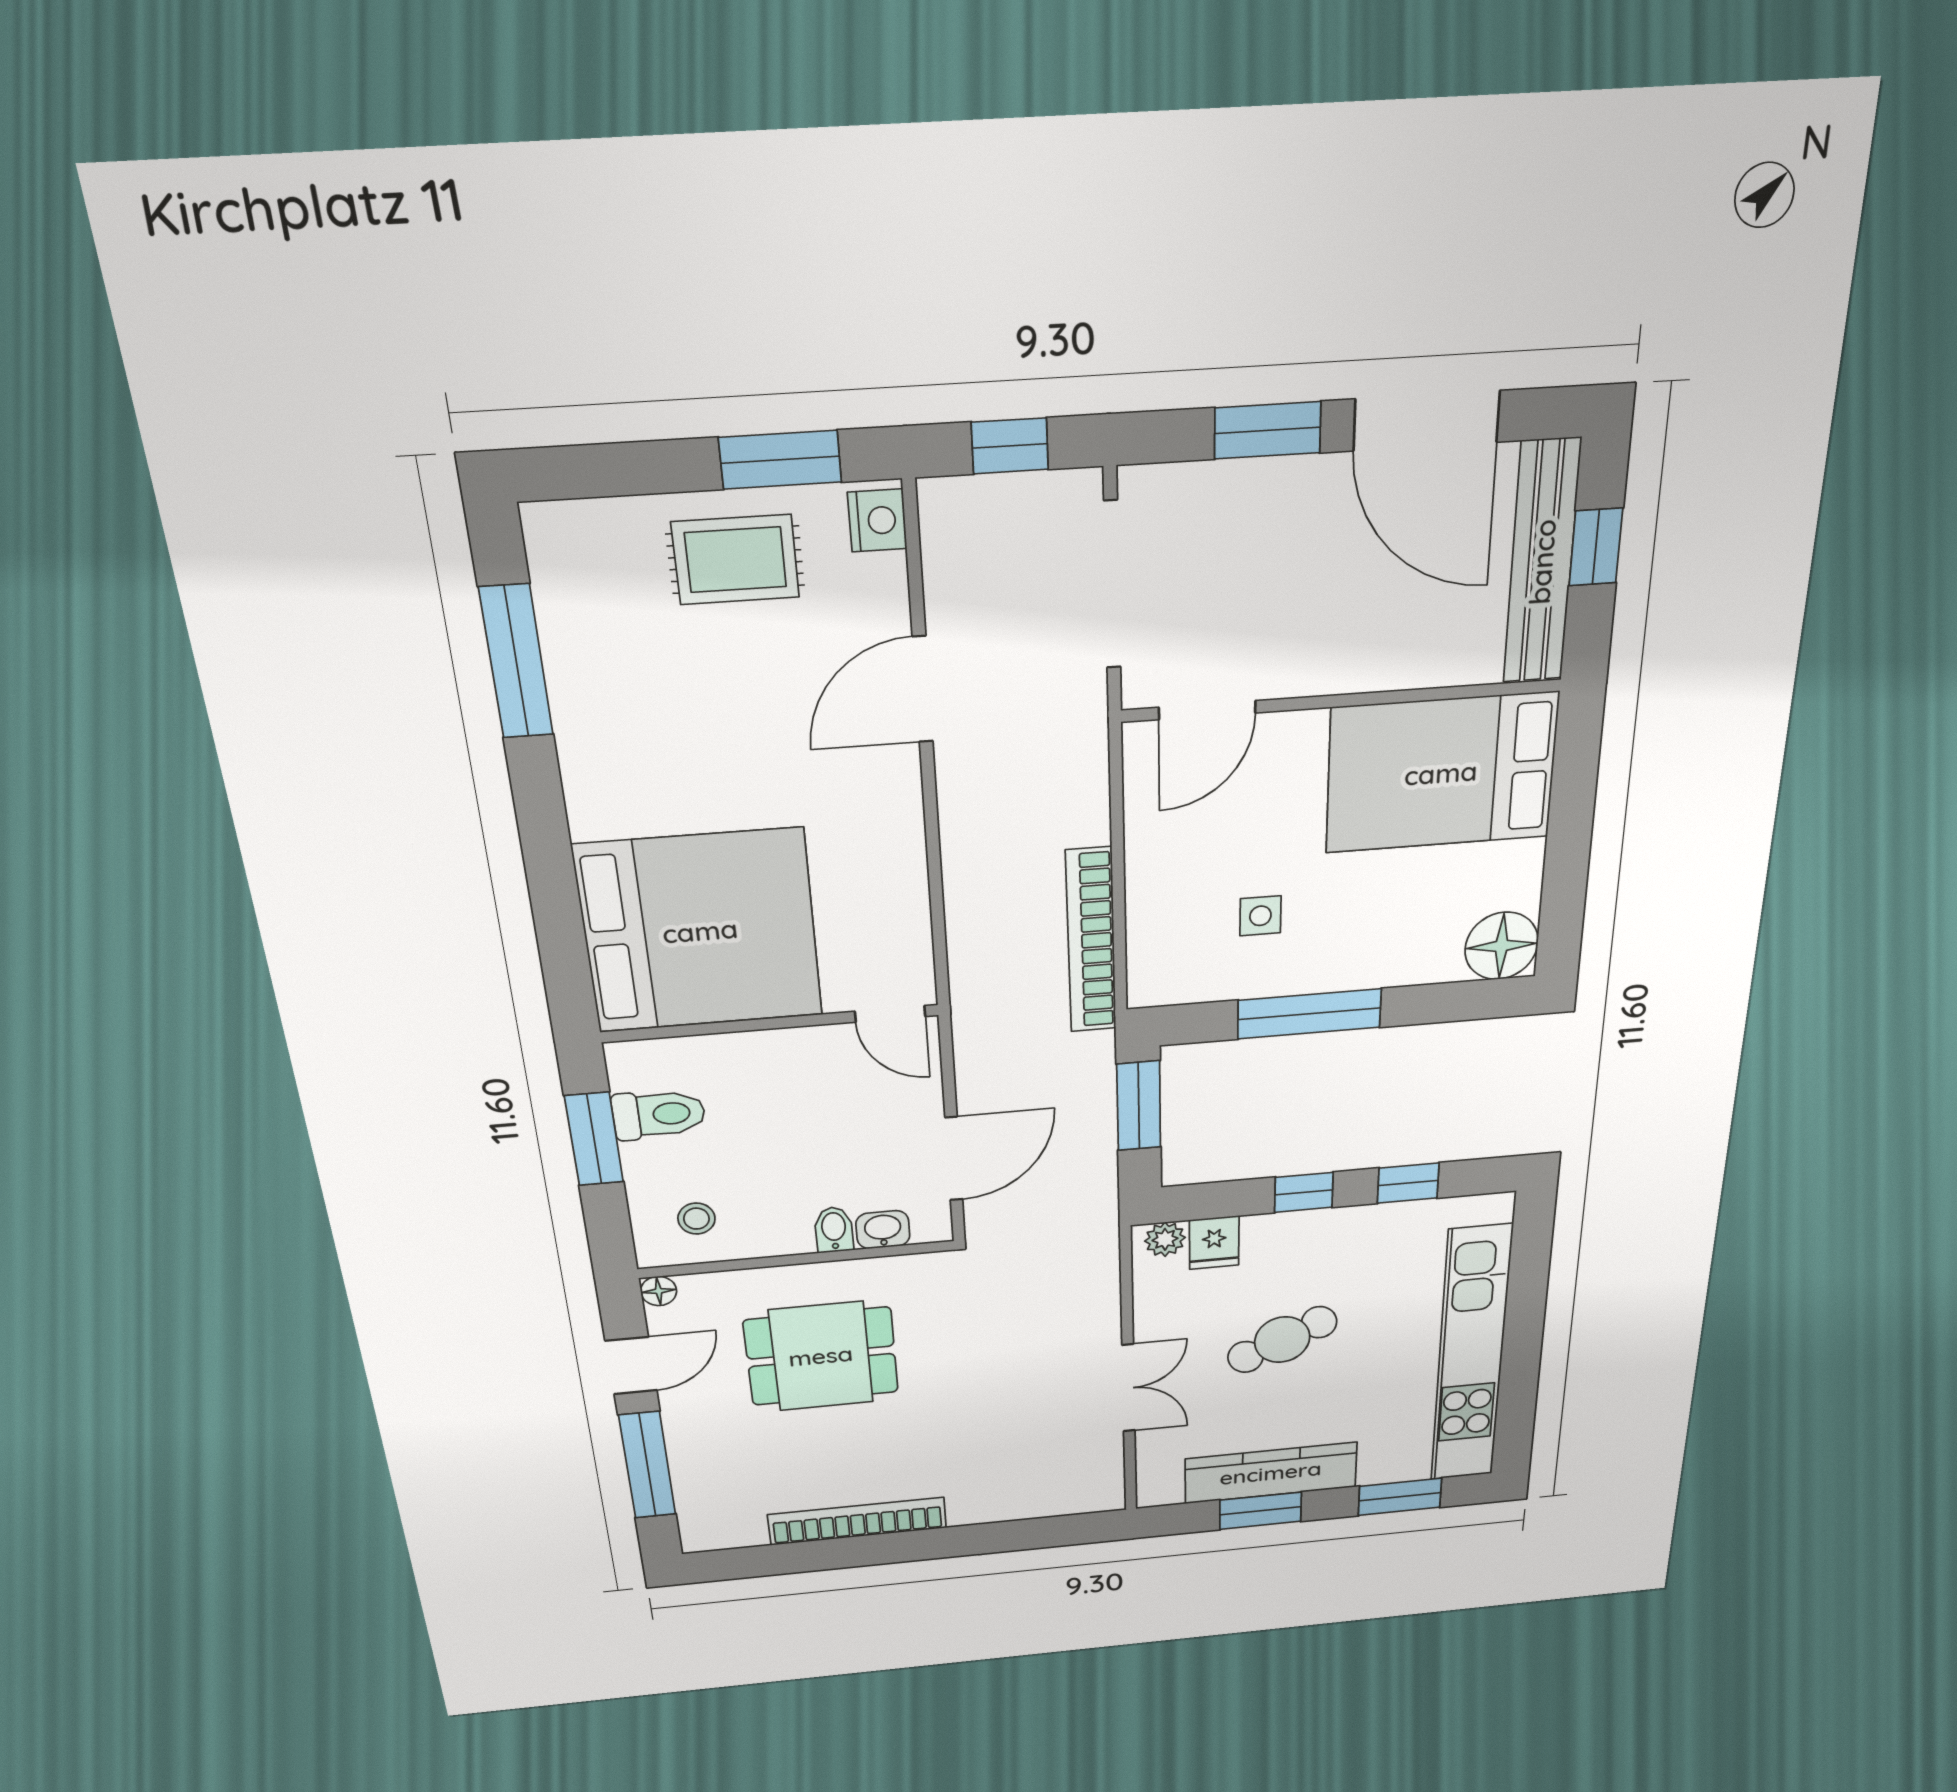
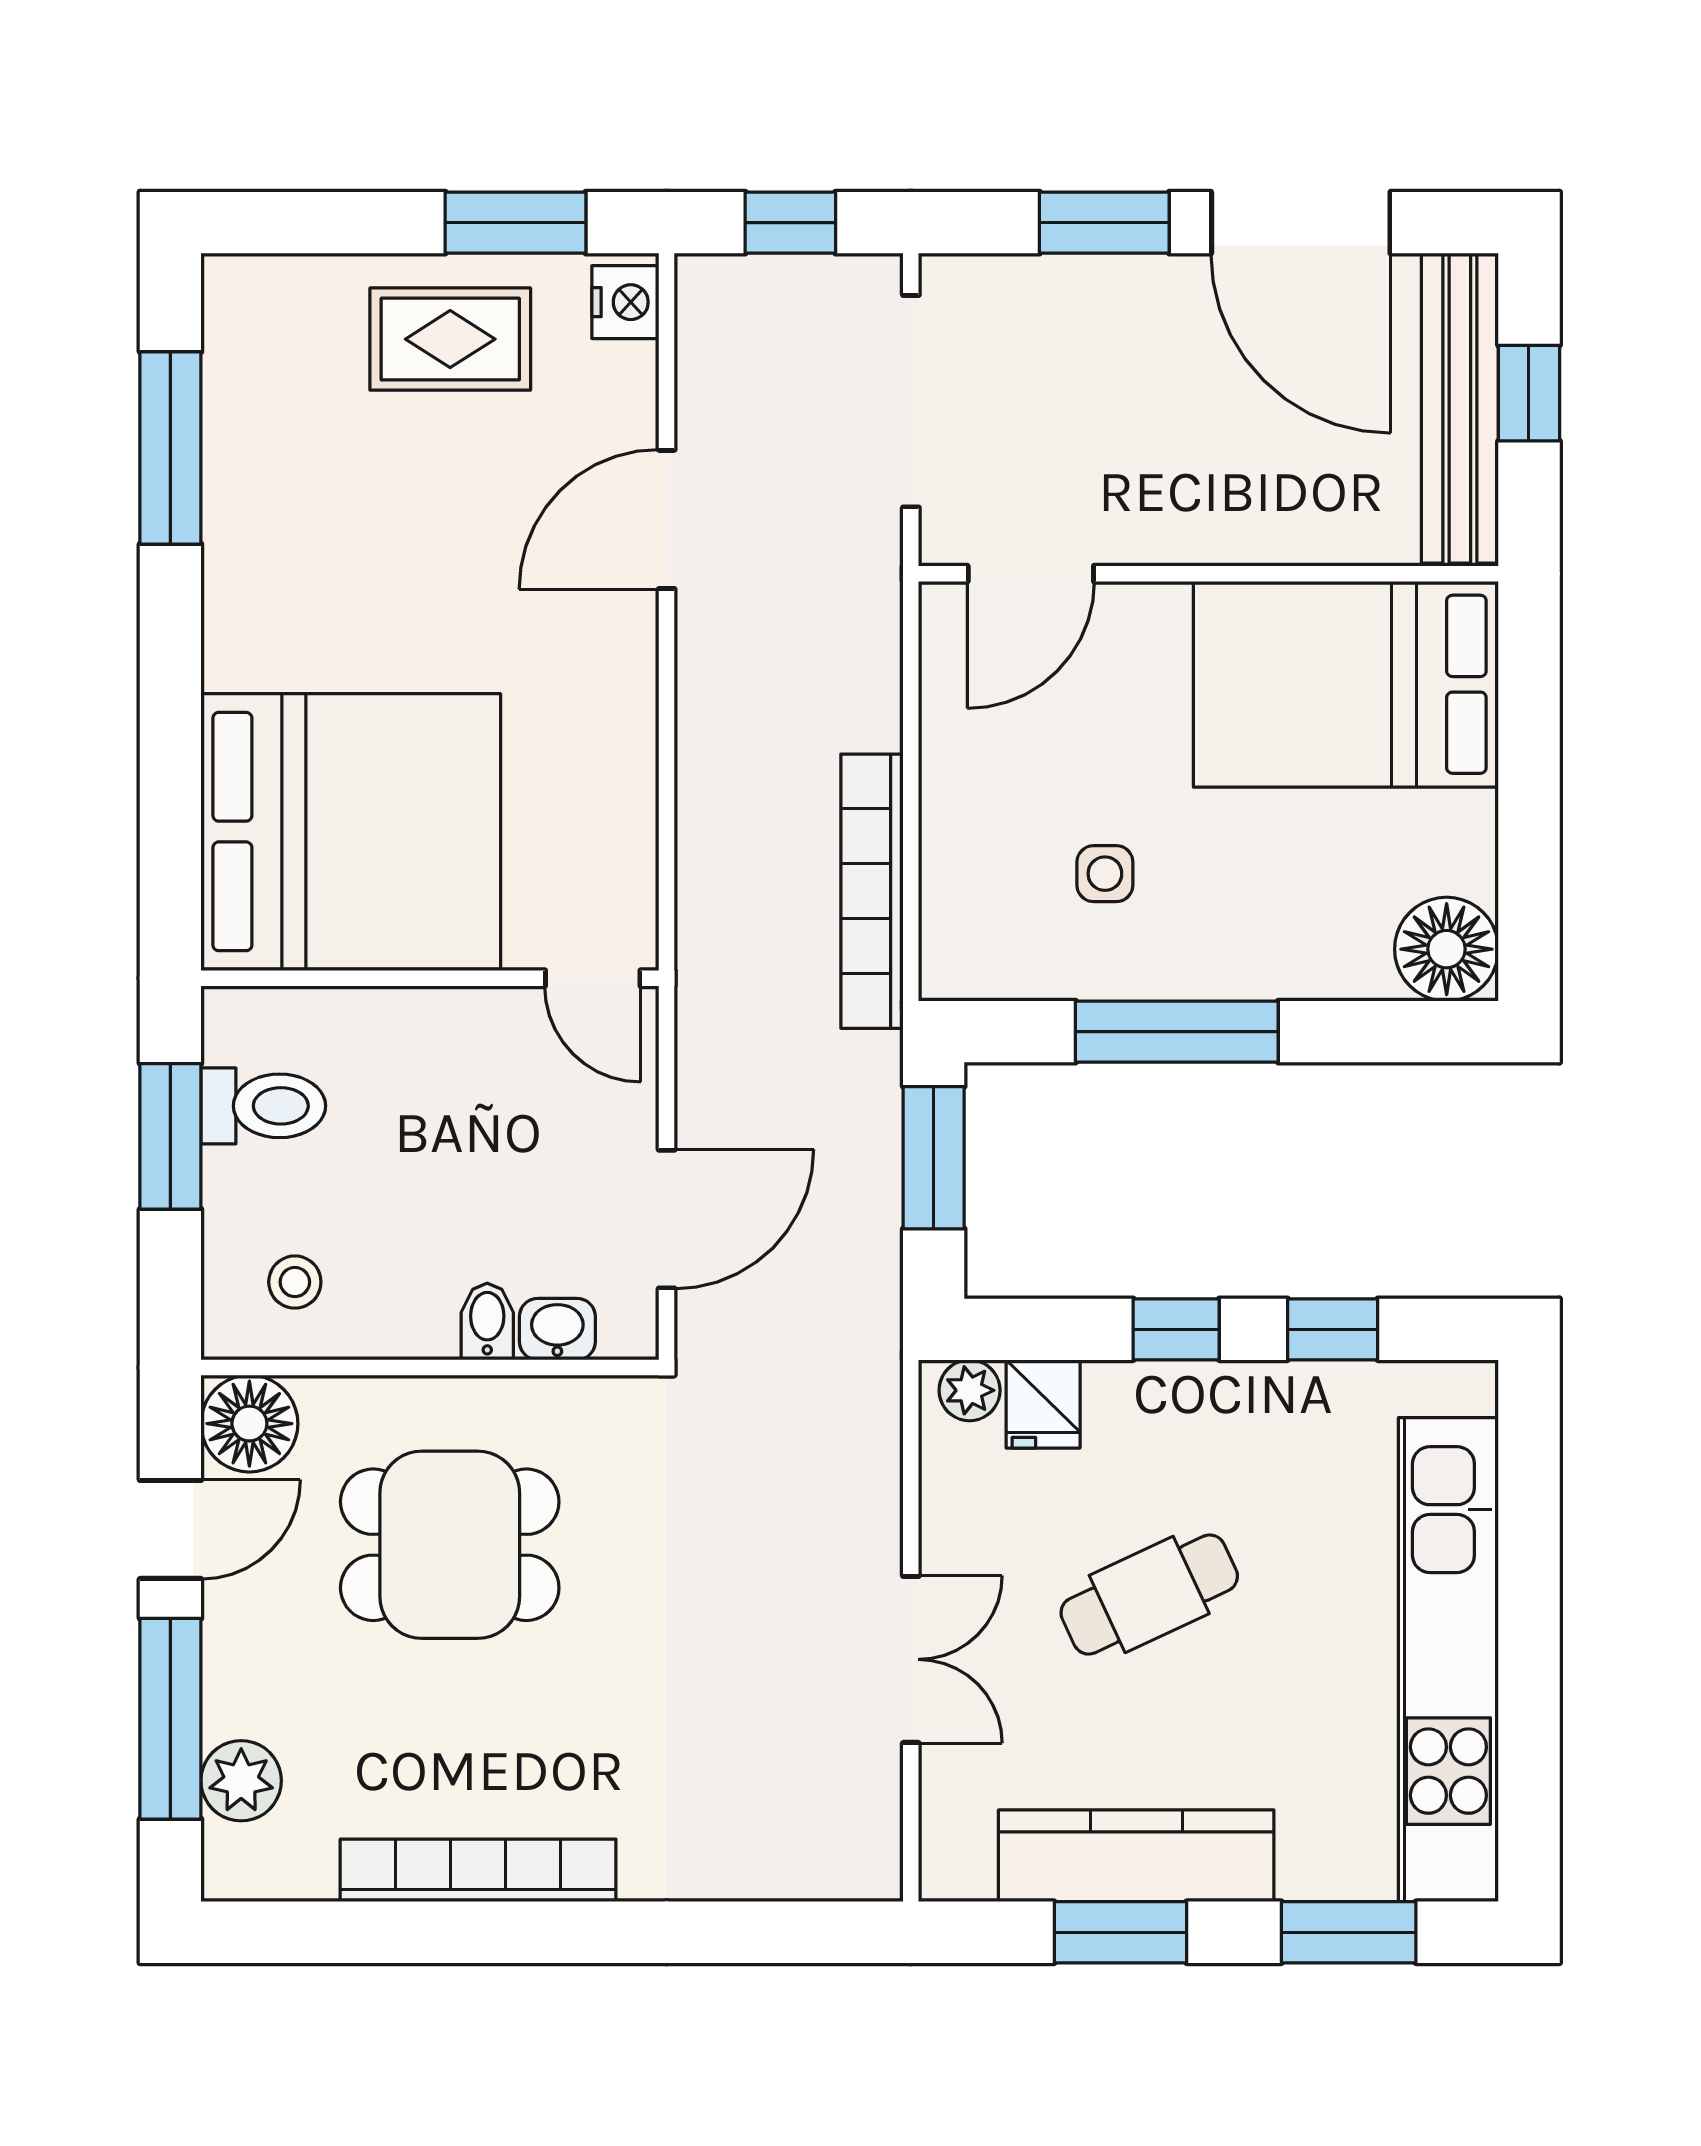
floor lamp: (659, 1291) -> (249, 1424), width x1.89, depth x1.89
plant: (699, 1492) -> (241, 1781), added

